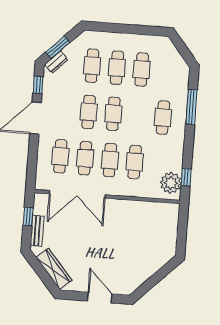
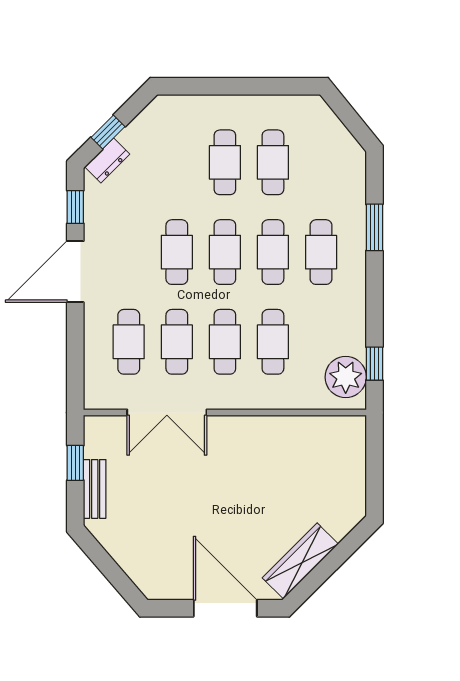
window: (58, 47) -> (108, 132), width x0.67
cafe table: (92, 66) -> (273, 252), moved
window: (191, 107) -> (374, 227), width x0.69
double door: (77, 194) -> (167, 413), width x0.73
wardrobe: (54, 269) -> (300, 561), moved, turned -94
door: (100, 297) -> (225, 608), width x1.36

